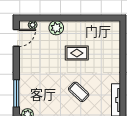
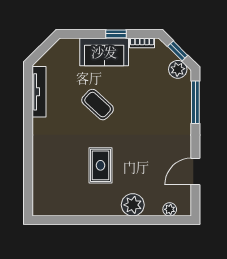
door: (16, 38) -> (195, 171), moved
rug: (77, 53) -> (100, 165), turned 90

